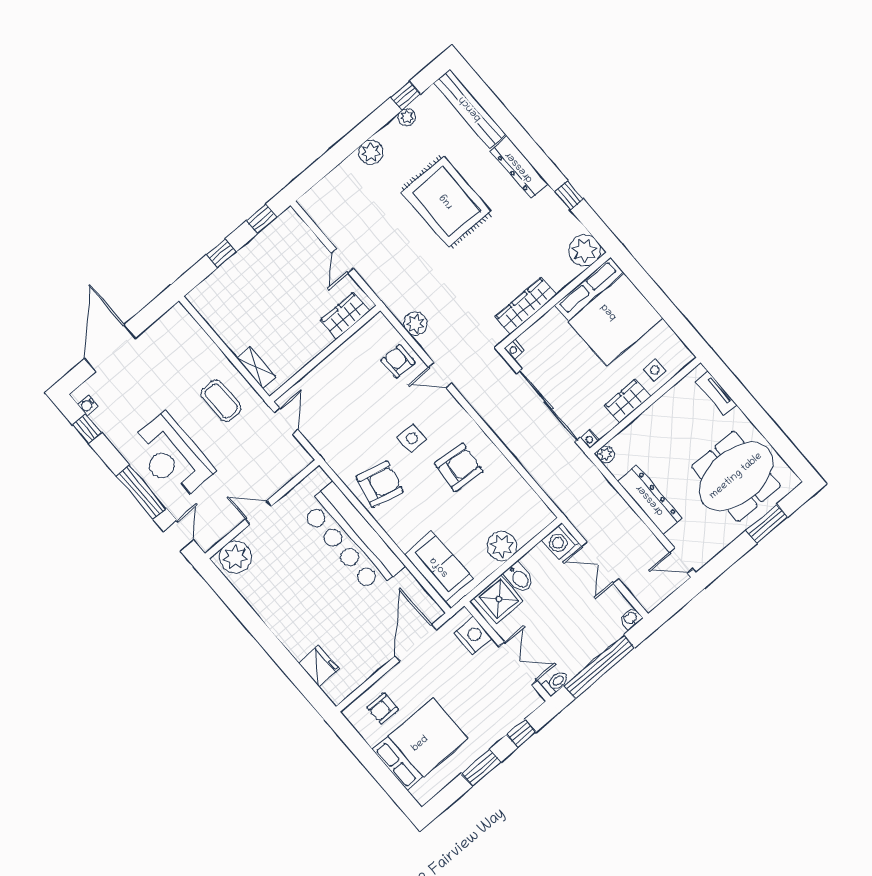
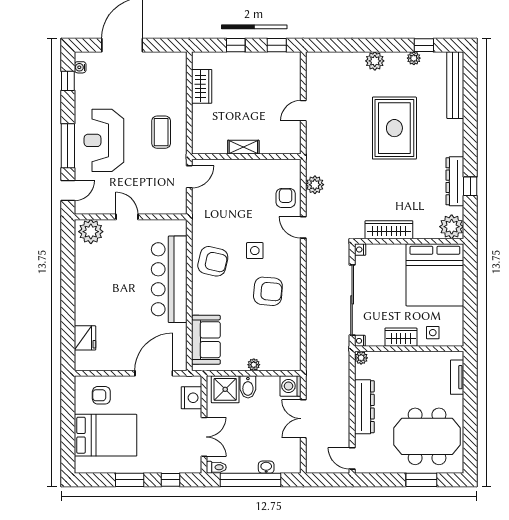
dresser: (519, 167) -> (455, 181), moved
wardrobe: (345, 315) -> (202, 86), moved, turned 90
shelving: (256, 367) -> (243, 147), moved, turned 90
plant: (502, 546) -> (254, 365), width x0.53, depth x0.53
washbasin: (631, 618) -> (266, 467), moved

